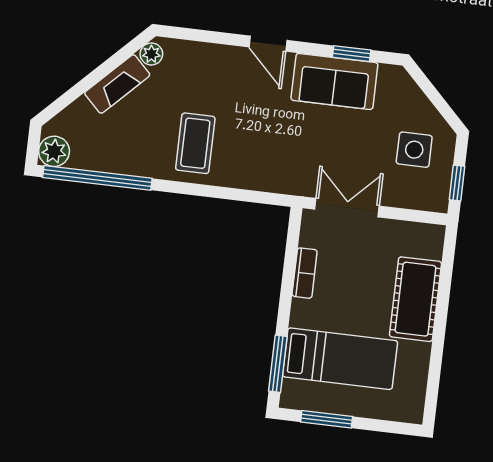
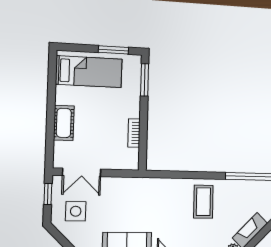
double door: (347, 208) -> (82, 172), moved
cot: (416, 299) -> (64, 123), width x0.73, depth x0.75
bed: (340, 359) -> (89, 72), moved, turned 180

